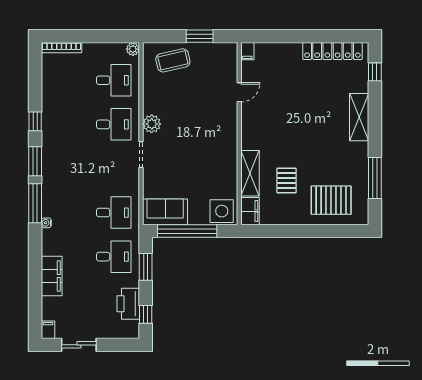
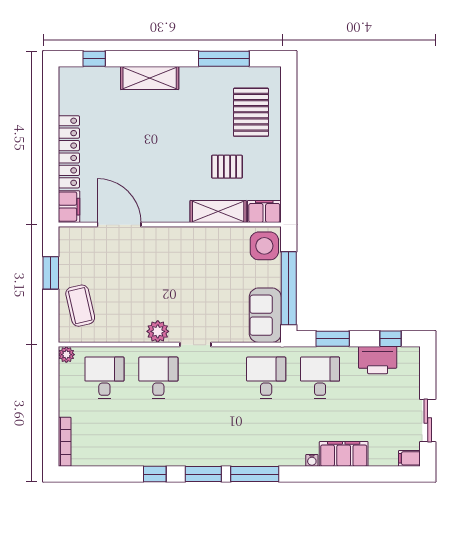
filing cabinet: (247, 51) -> (69, 207), width x2.00
locker: (332, 51) -> (69, 152), moved
door: (239, 92) -> (119, 225), width x1.88
water cooler: (46, 223) -> (312, 460), moved

